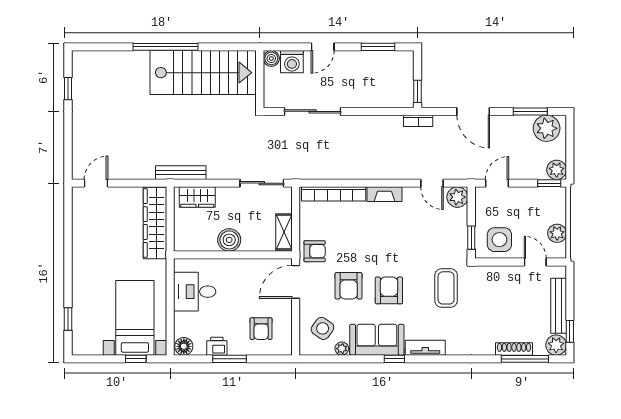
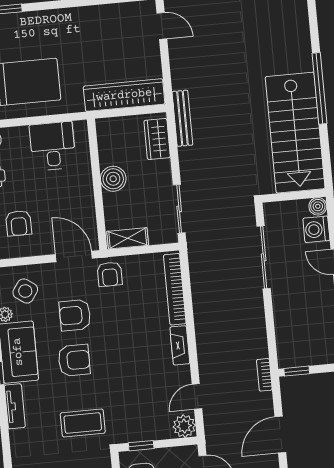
armchair: (261, 329) -> (19, 223), turned -90

